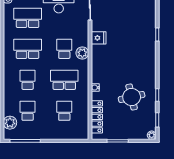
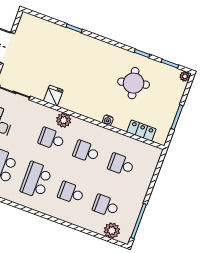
school desk: (64, 80) -> (86, 152), width x0.54
locker: (97, 117) -> (141, 130), width x0.66

